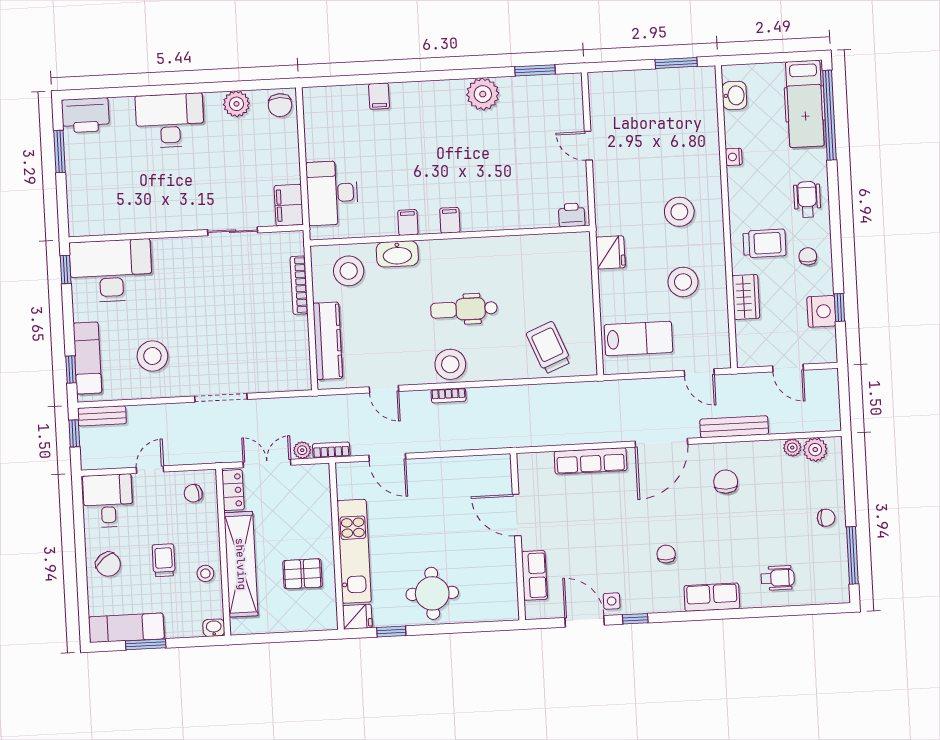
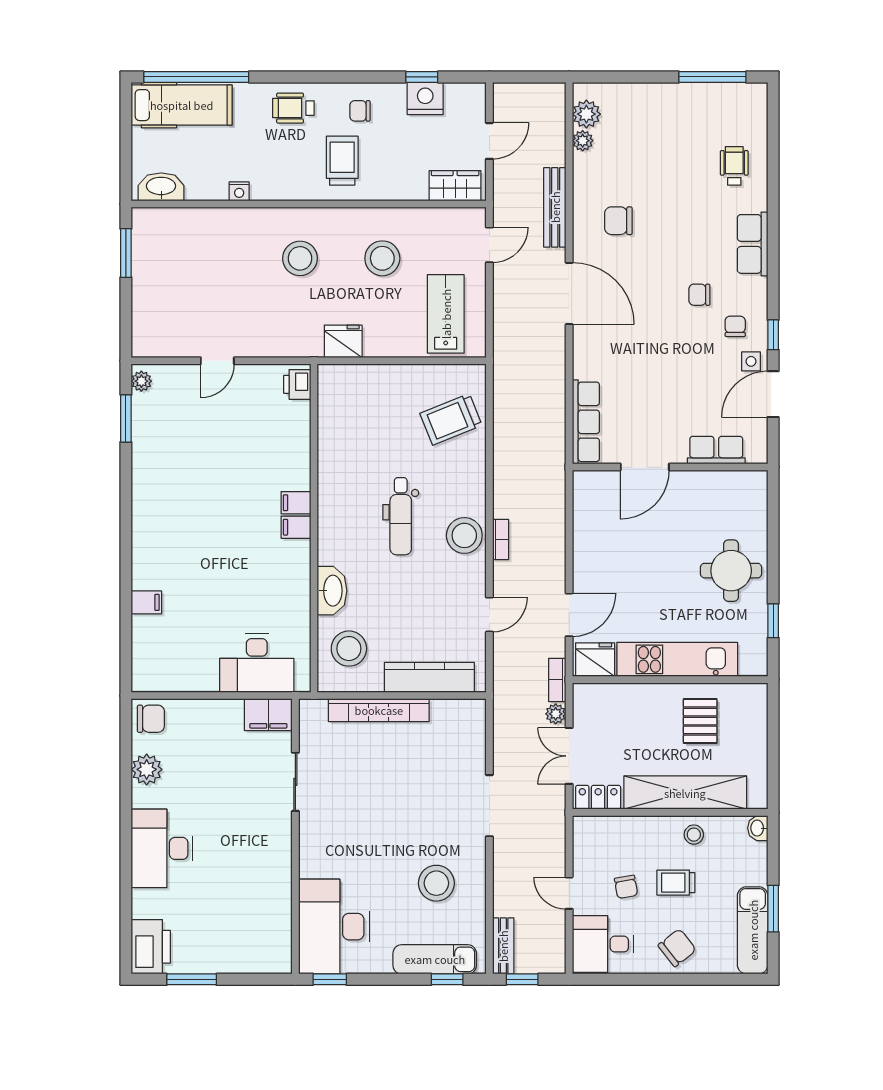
plant: (483, 94) -> (141, 381), moved, width x0.53, depth x0.53
washbasin: (734, 95) -> (161, 187), width x1.38
filing cabinet: (408, 222) -> (296, 503), moved
bookcase: (299, 285) -> (379, 710), width x1.48, depth x1.31
wardrobe: (746, 297) -> (455, 186), moved
row of seats: (591, 461) -> (586, 422), moved
chair: (193, 493) -> (626, 887), moved
chair: (826, 518) -> (735, 326), moved
fridge: (357, 617) -> (595, 660), moved, width x1.38

